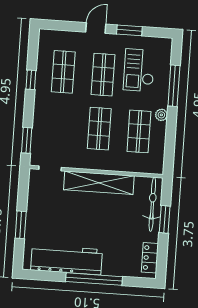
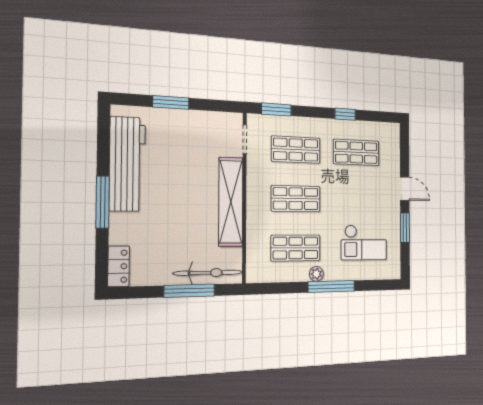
checkout: (139, 70) -> (364, 242), turned 180
shop shelf: (103, 75) -> (296, 150), moved
window: (174, 86) -> (331, 286), moved
window: (165, 219) -> (189, 291), width x1.44
locker: (150, 258) -> (119, 266), moved, turned 90
window: (94, 279) -> (103, 202), width x0.68

